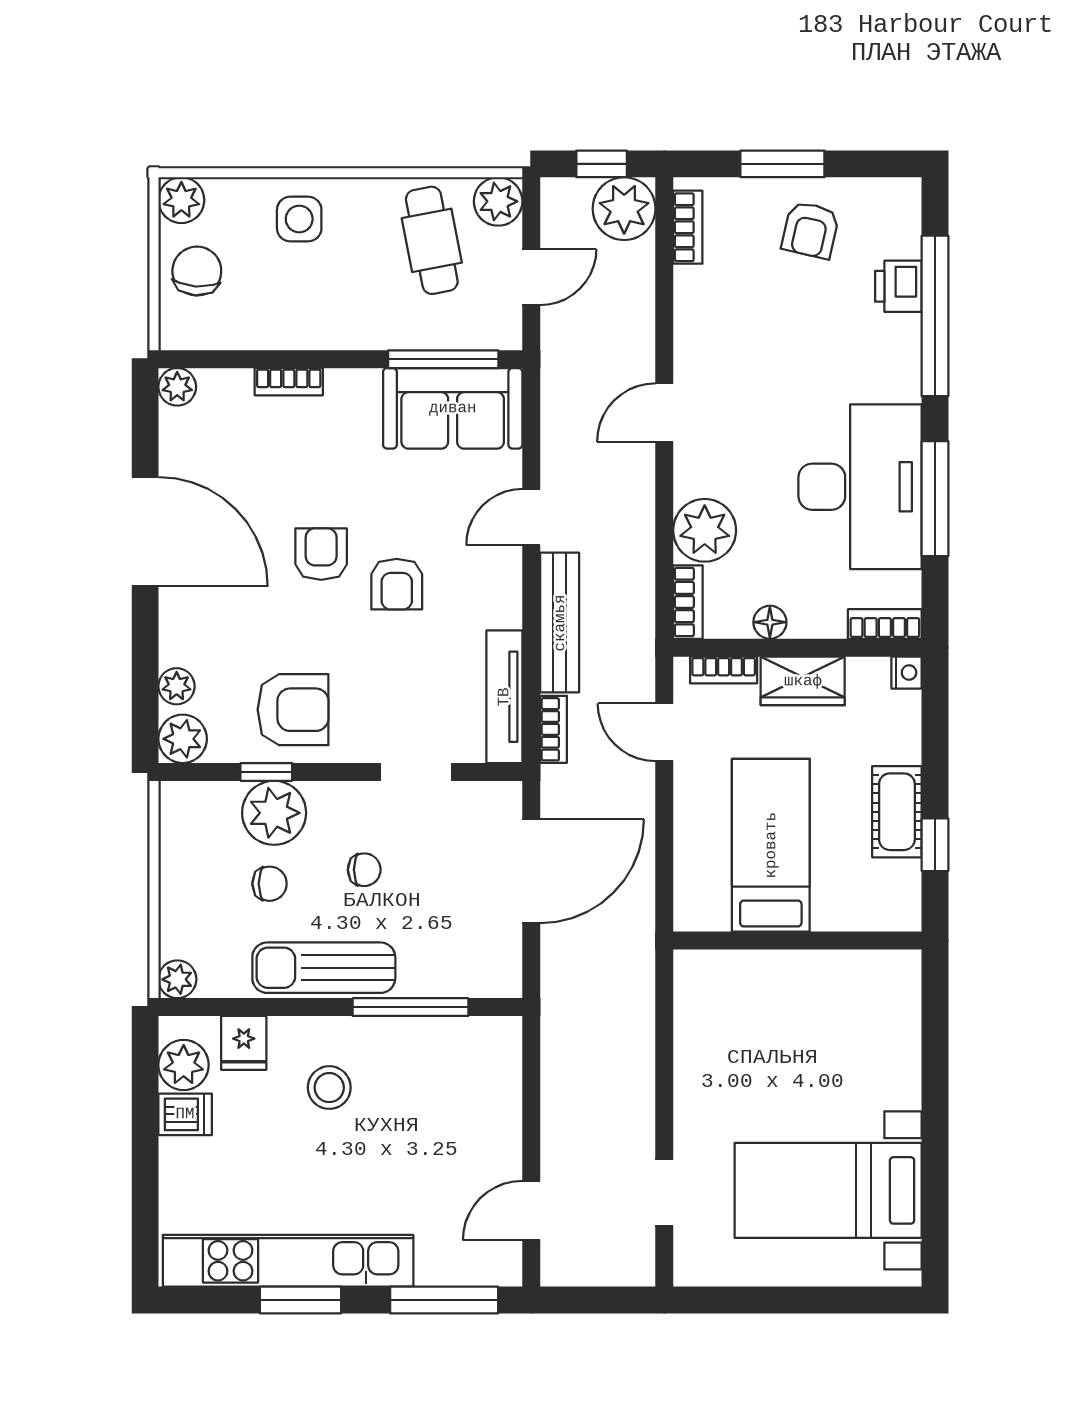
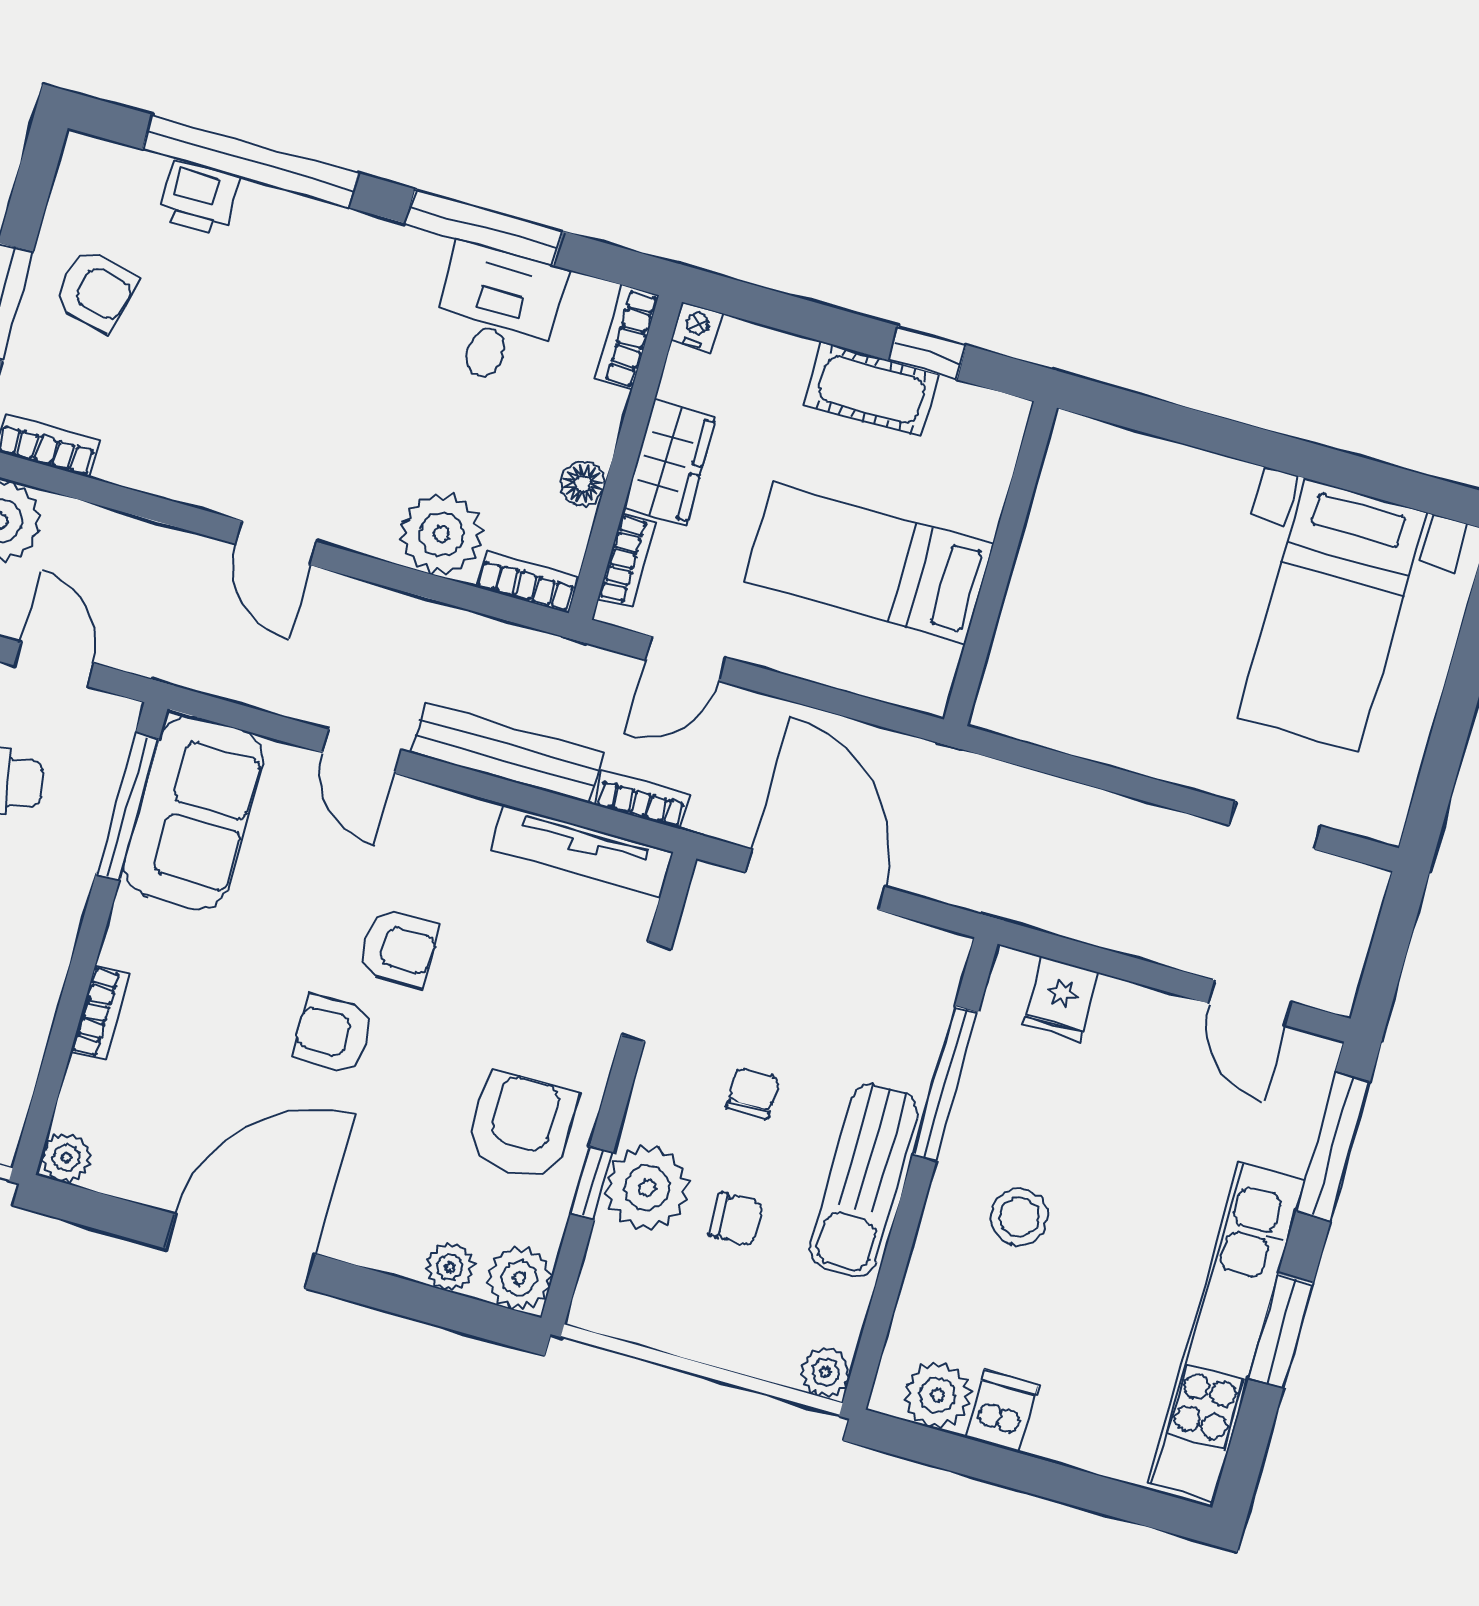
desk: (860, 487) -> (496, 315), width x0.53, depth x0.77
chair: (270, 884) -> (736, 1219), turned 90
fridge: (244, 1043) -> (1061, 999), moved, turned 90

